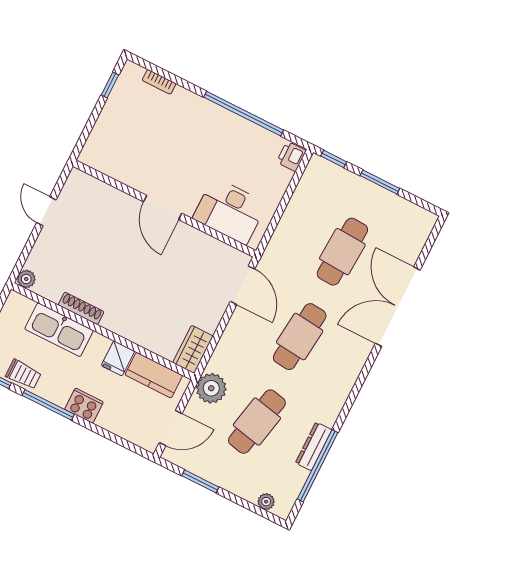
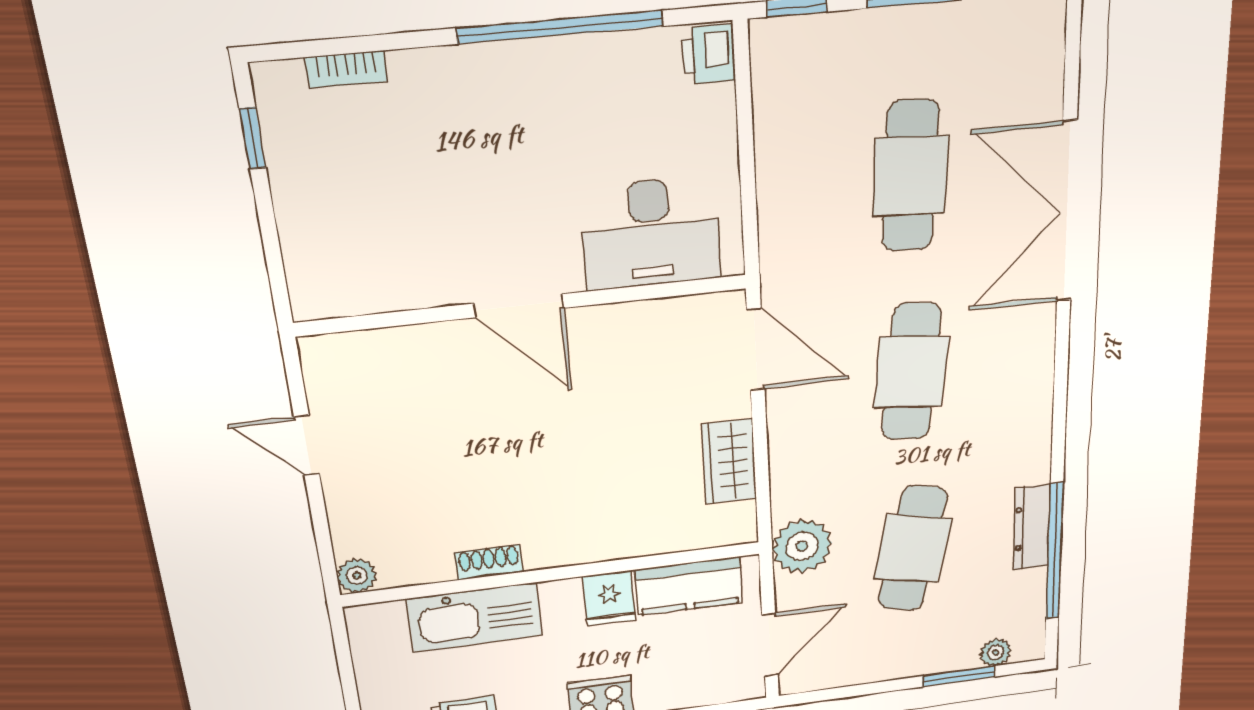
shoe rack: (81, 308) -> (489, 562), width x0.70
wardrobe: (193, 349) -> (729, 461), moved
window: (200, 481) -> (959, 676), moved

